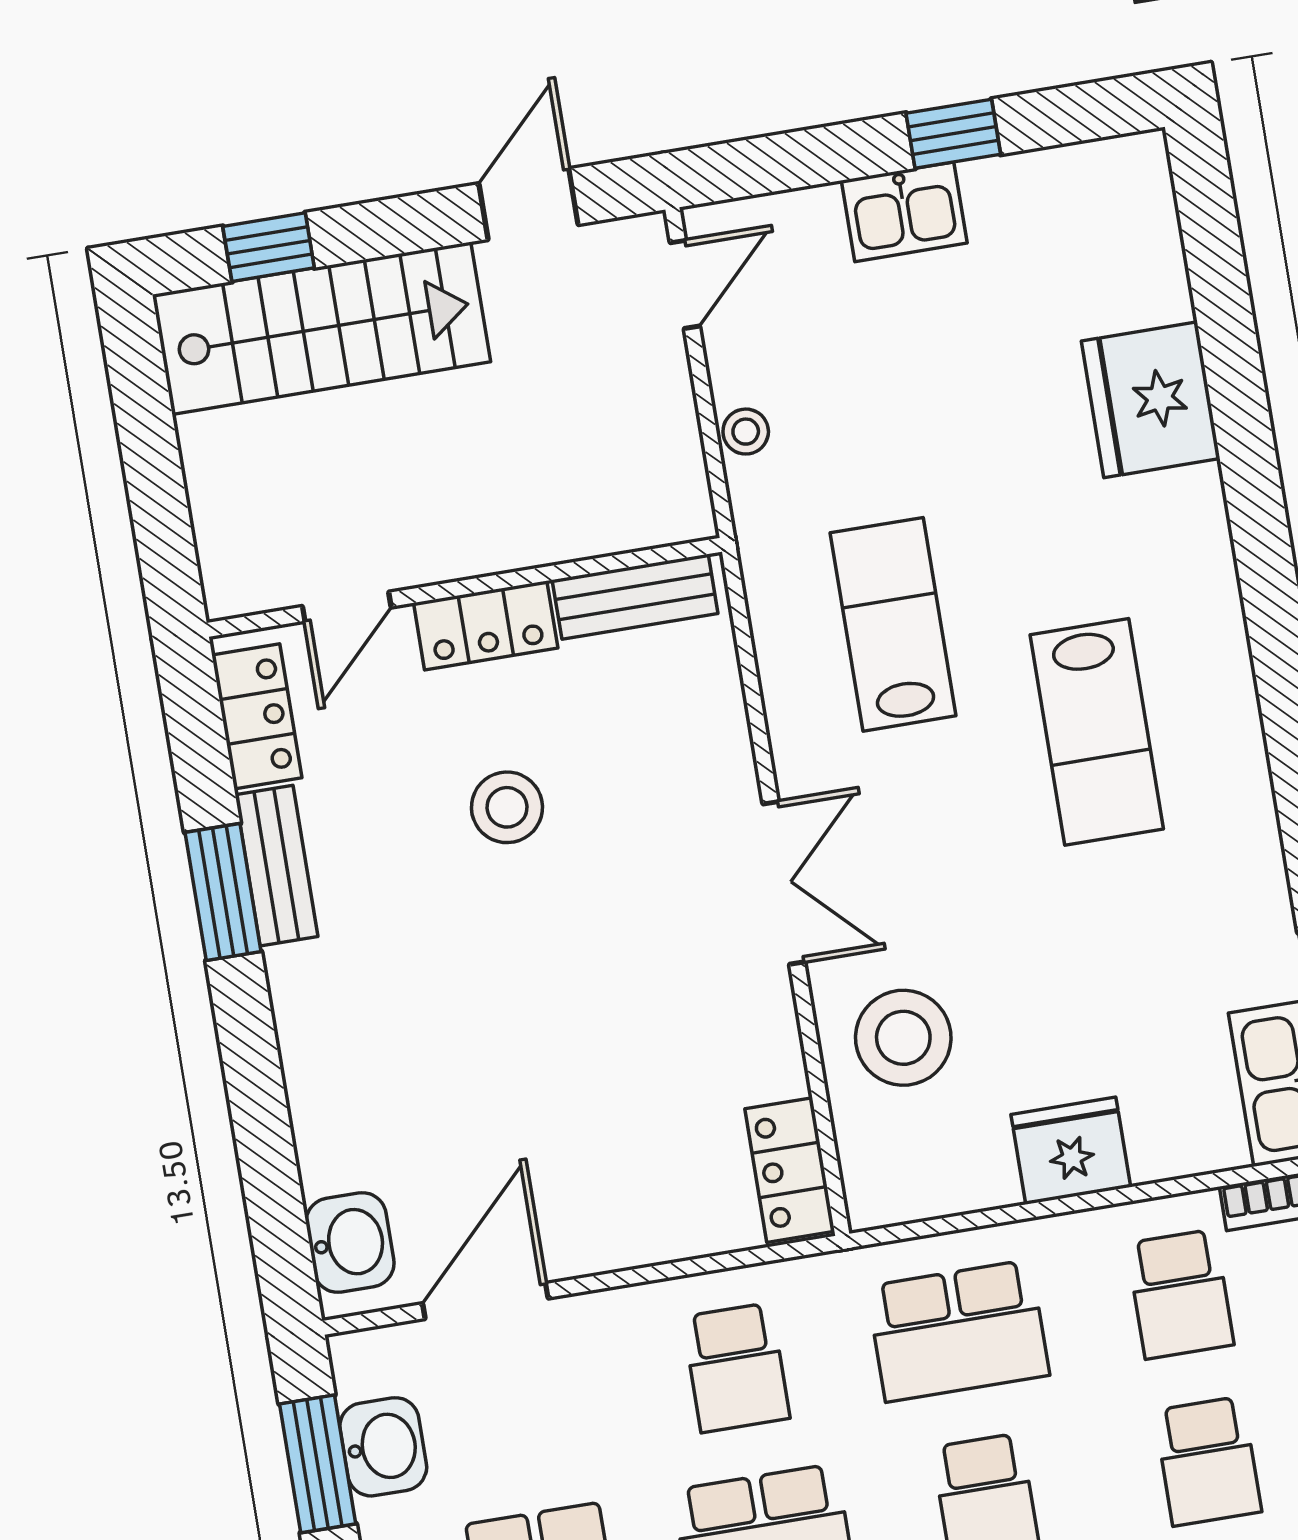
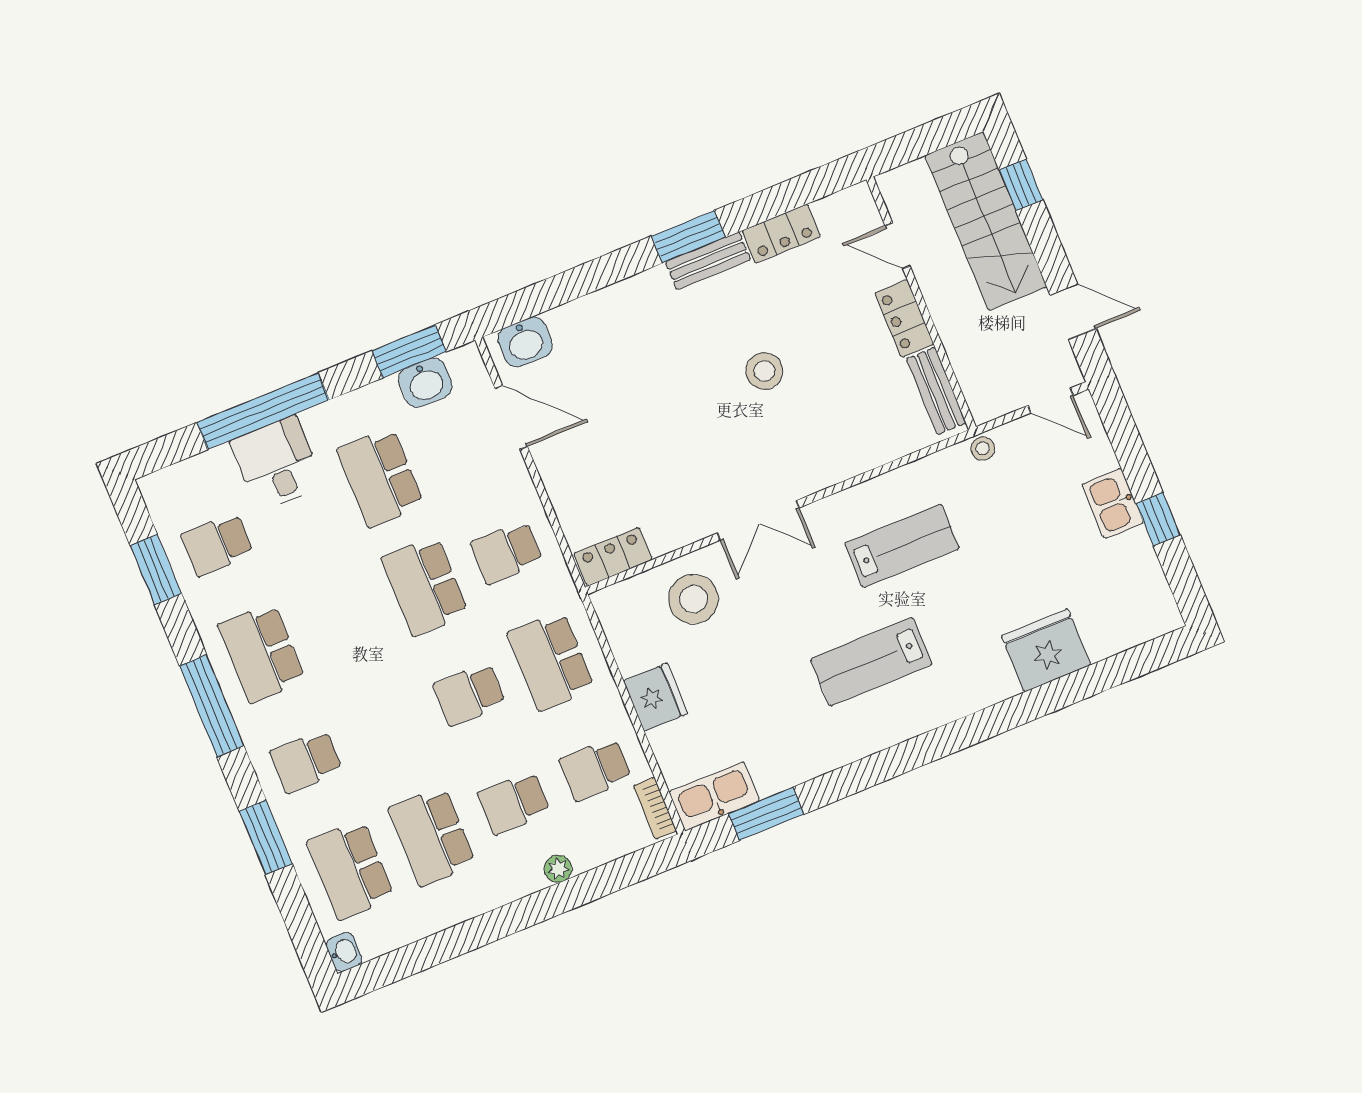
wall: (464, 587) -> (921, 303), moved
bench: (635, 597) -> (936, 391), moved
door: (347, 607) -> (898, 246), moved
locker: (486, 625) -> (904, 319), moved

